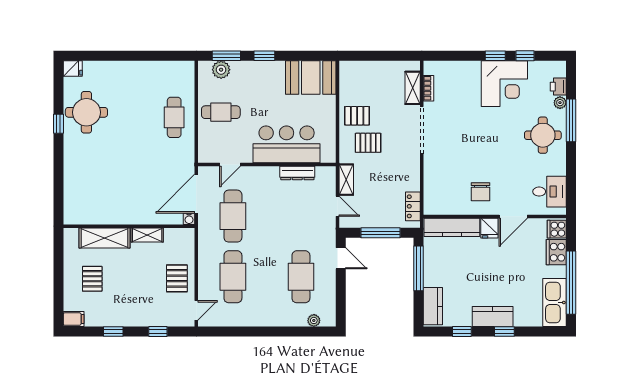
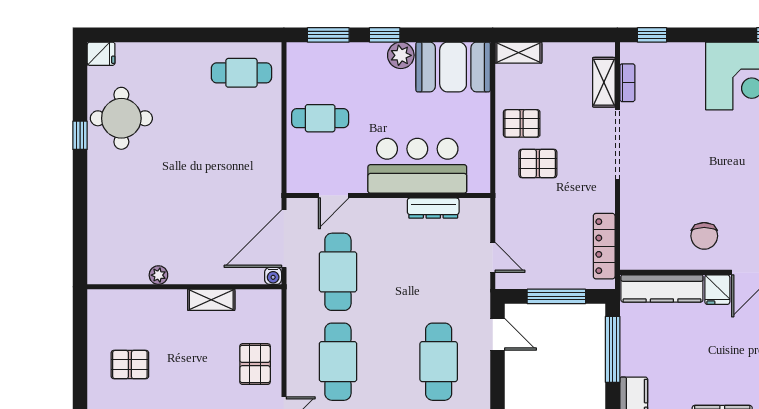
window: (495, 56) -> (652, 35), moved
plant: (221, 70) -> (401, 55), moved
cafe table: (174, 117) -> (241, 73), moved, turned 90
shelving: (346, 180) -> (518, 53), moved, turned 90
locker: (413, 206) -> (604, 246), width x1.53
plant: (112, 218) -> (158, 275), added
shelving: (105, 238) -> (148, 304), removed
pallet: (92, 279) -> (130, 365), turned 90

